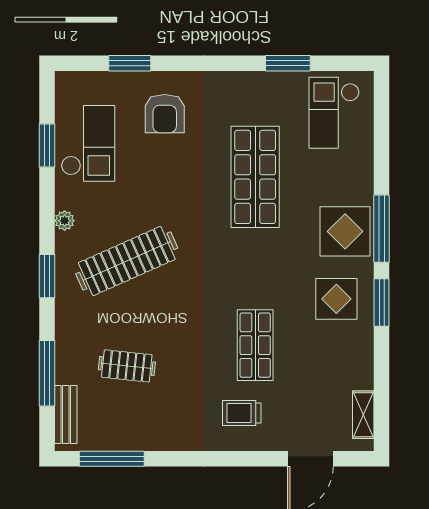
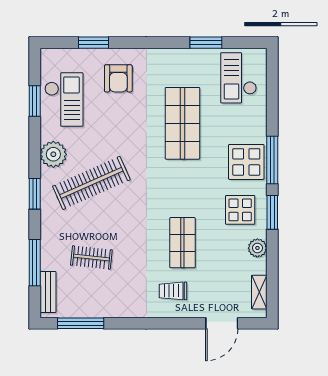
plant: (65, 221) -> (53, 154), width x1.87, depth x1.87
plant: (361, 353) -> (257, 248), added

